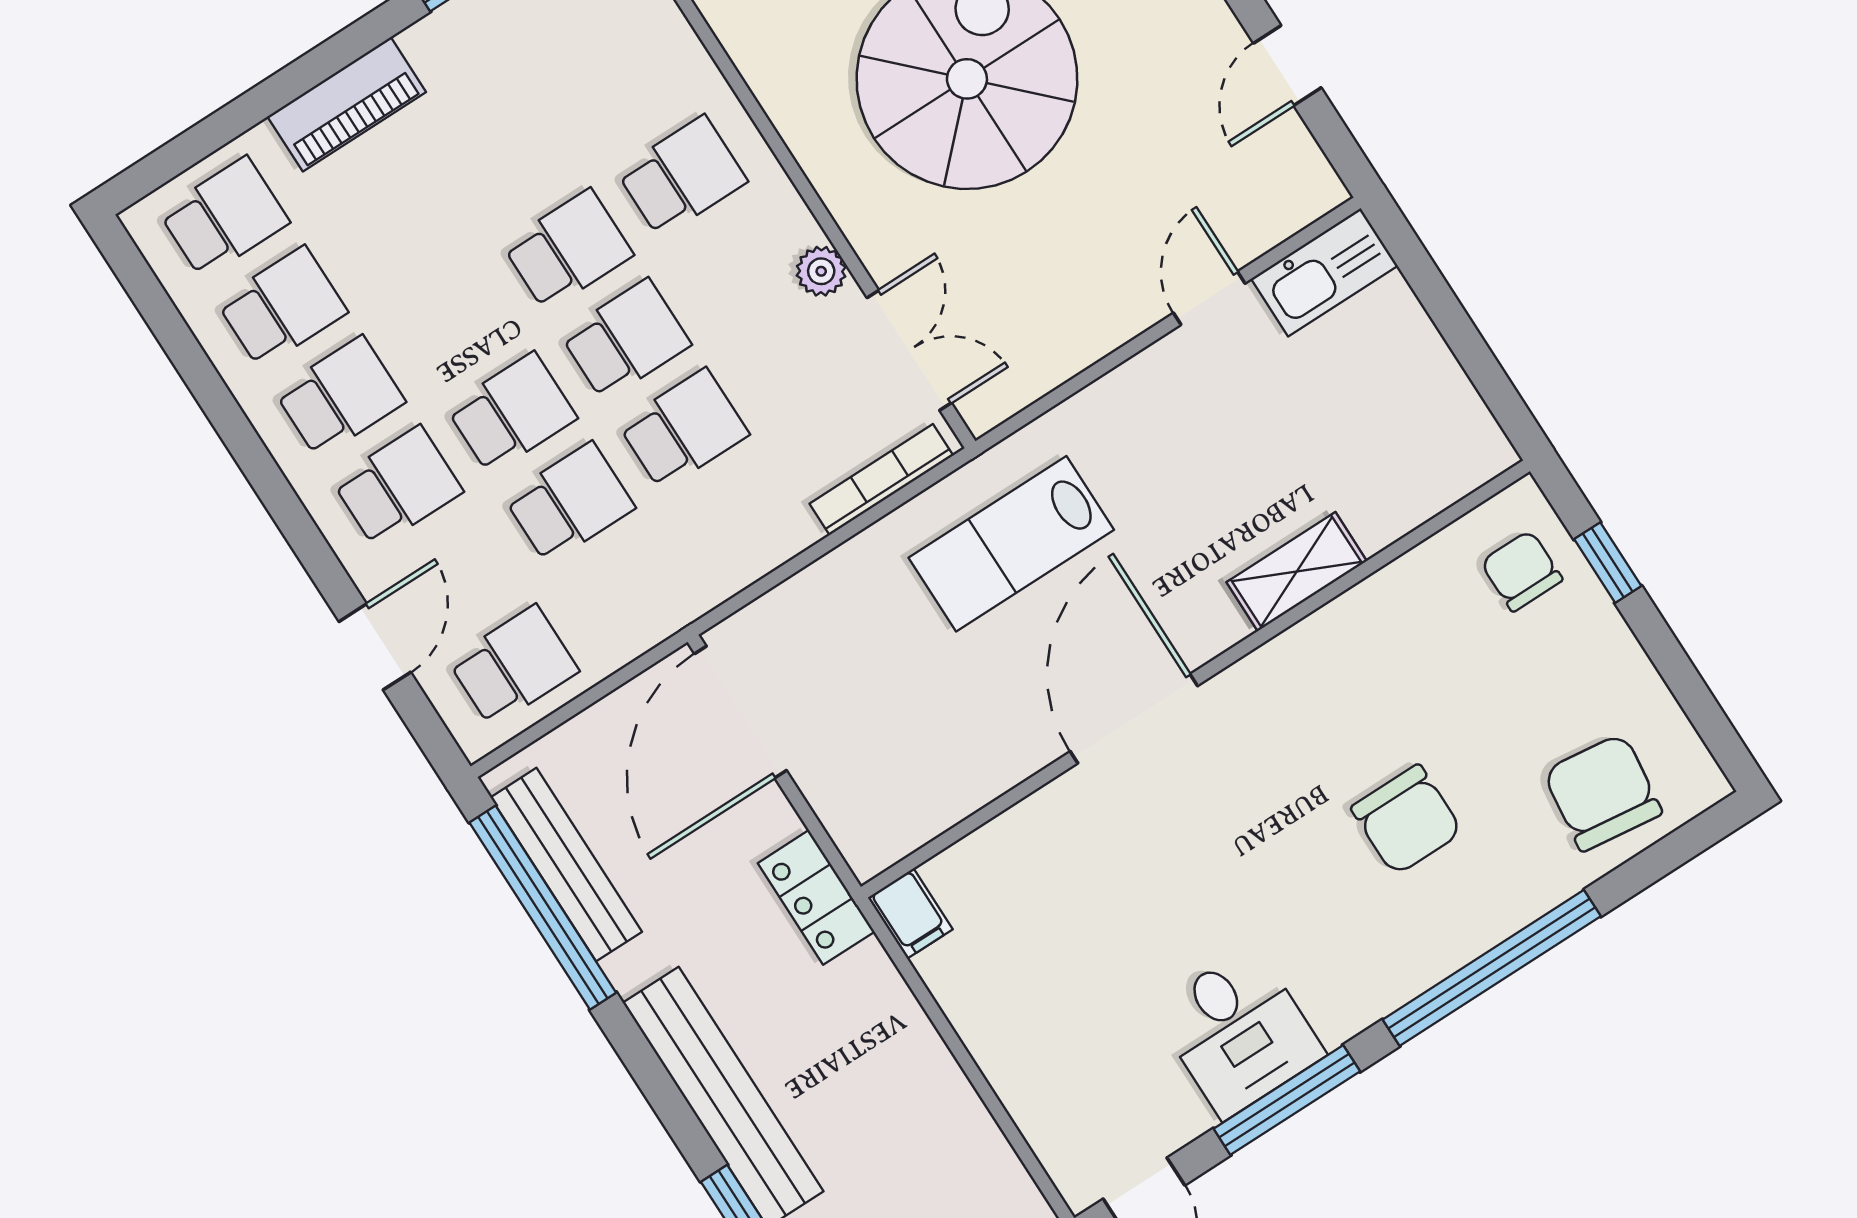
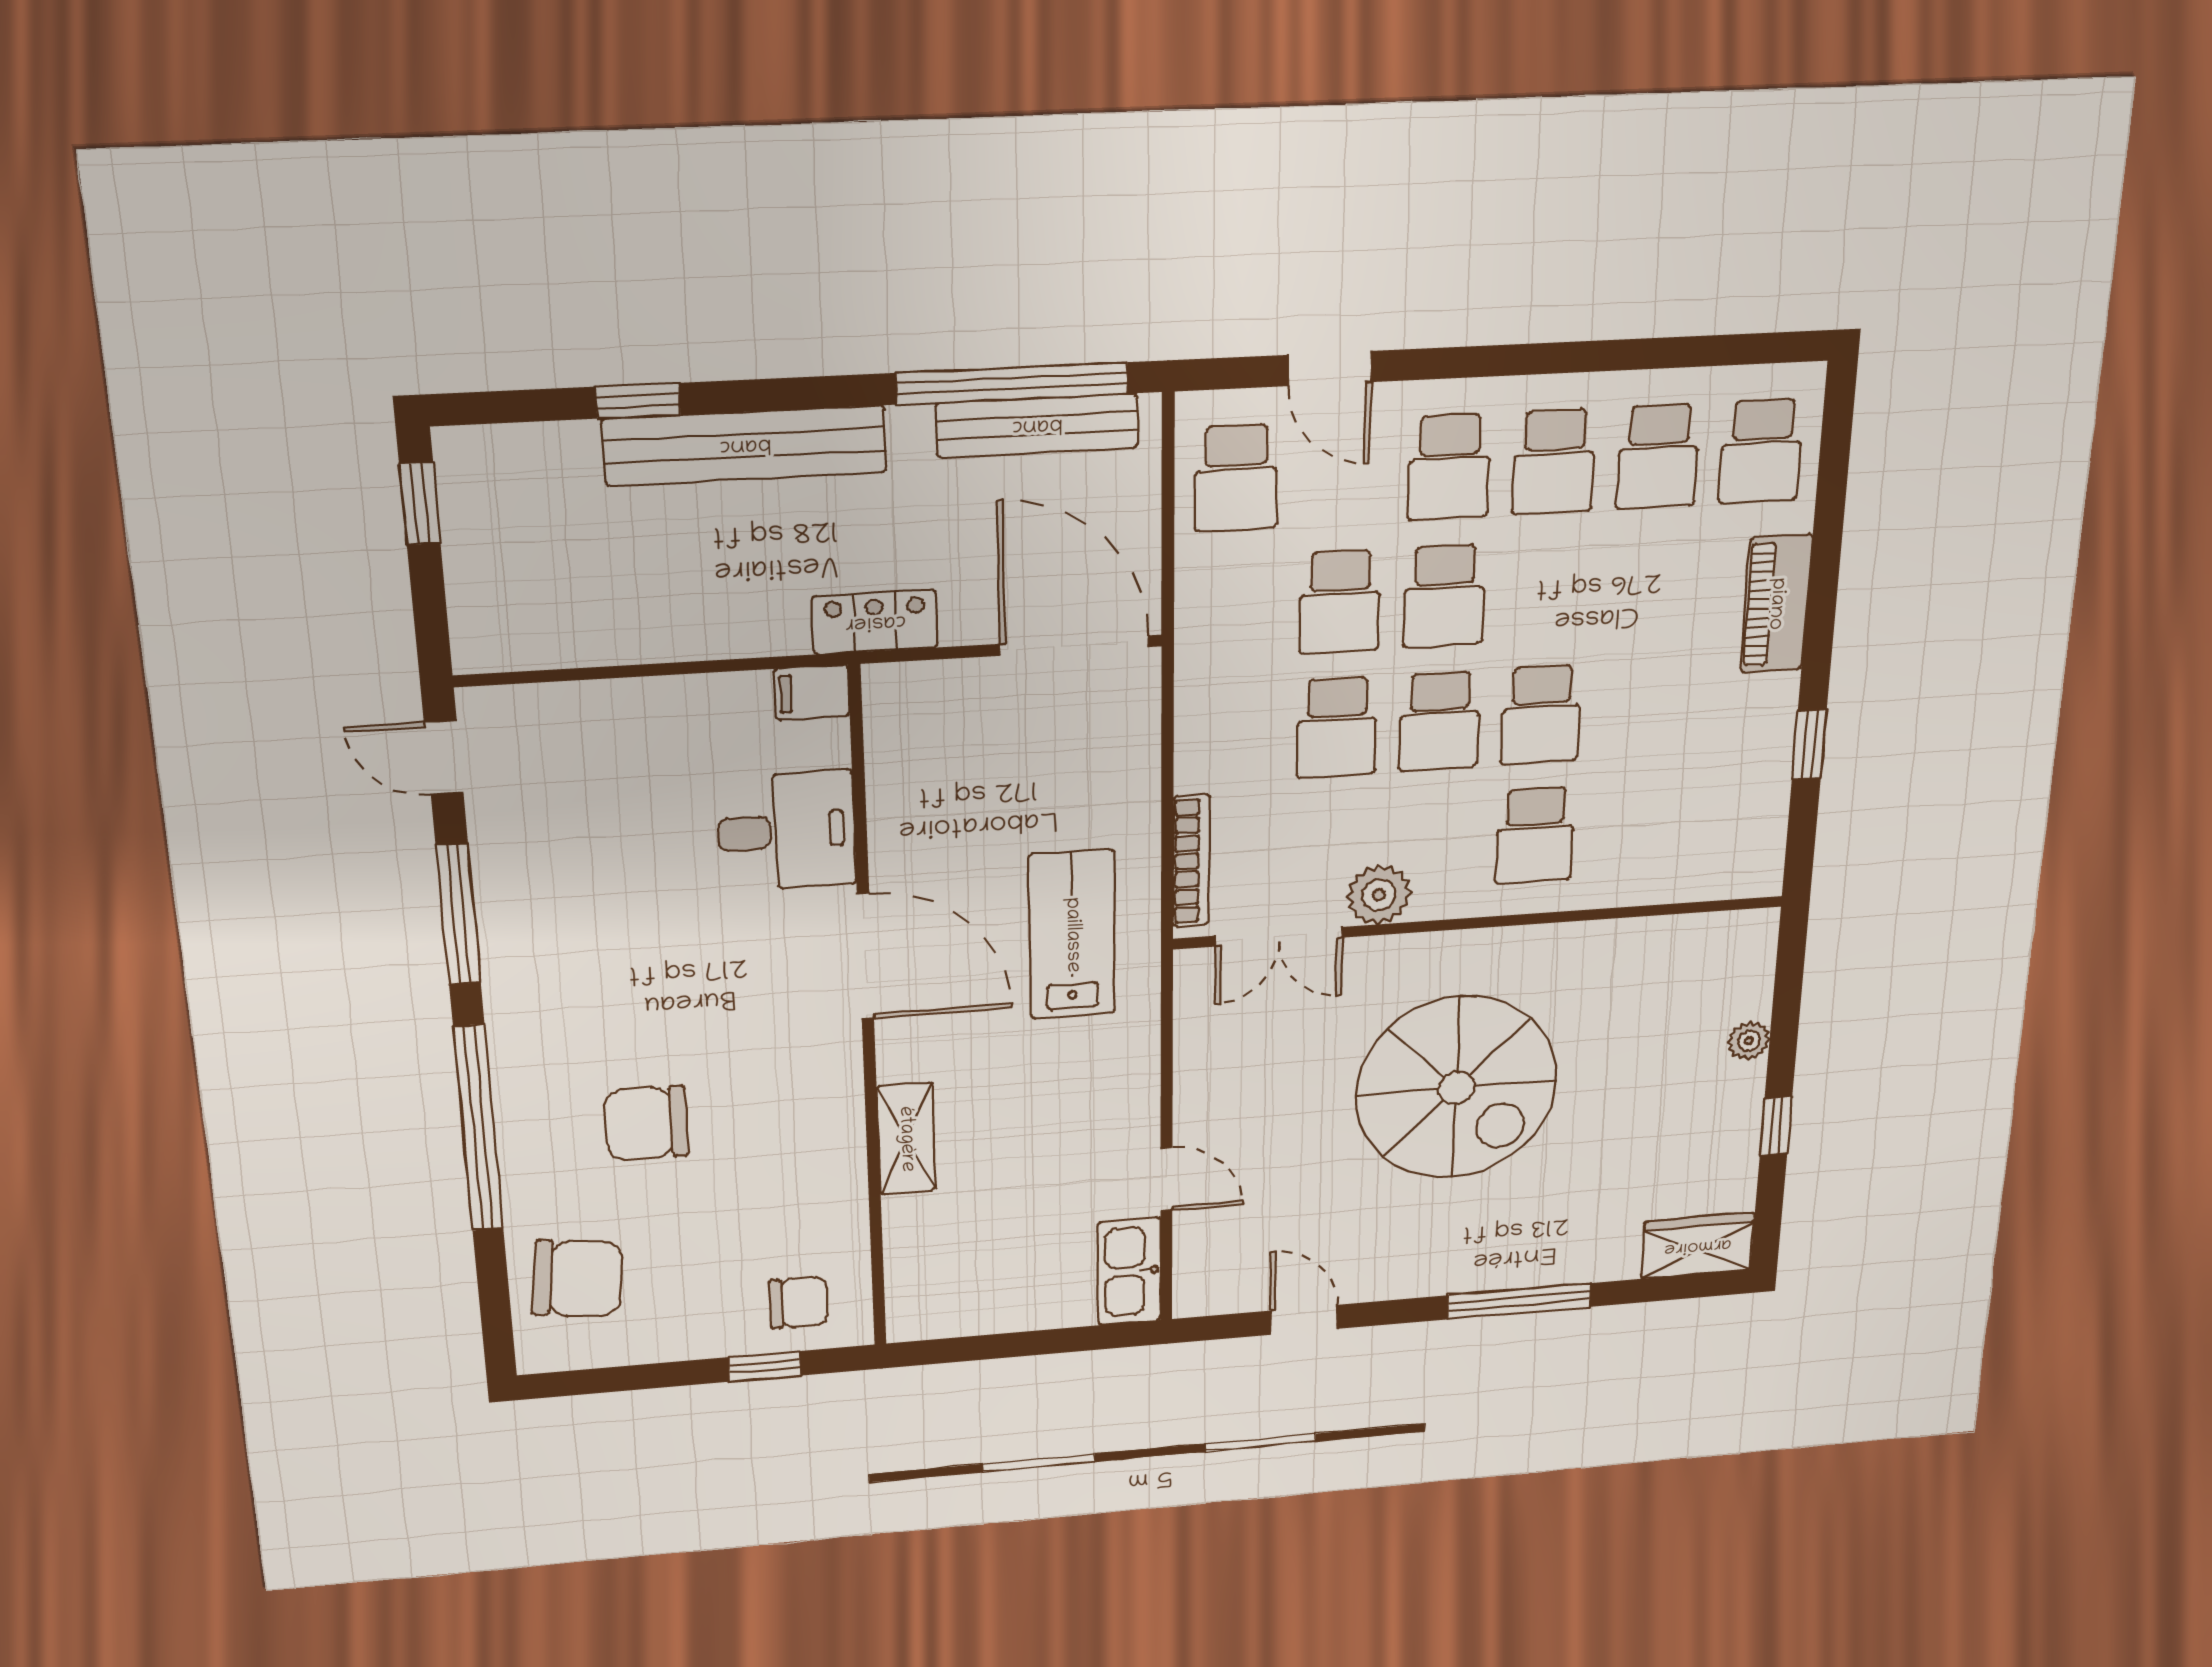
plant: (821, 271) -> (1379, 895), width x1.38, depth x1.38
desk: (1239, 1032) -> (787, 831), moved, turned 180

